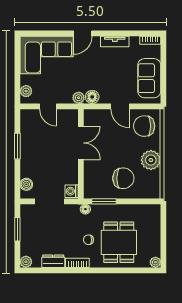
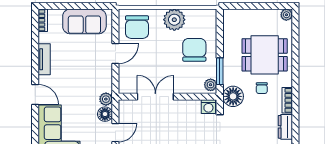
floor lamp: (92, 97) -> (105, 114), moved
plant: (92, 193) -> (211, 85), added
floor lamp: (85, 209) -> (233, 96), width x1.89, depth x1.89

